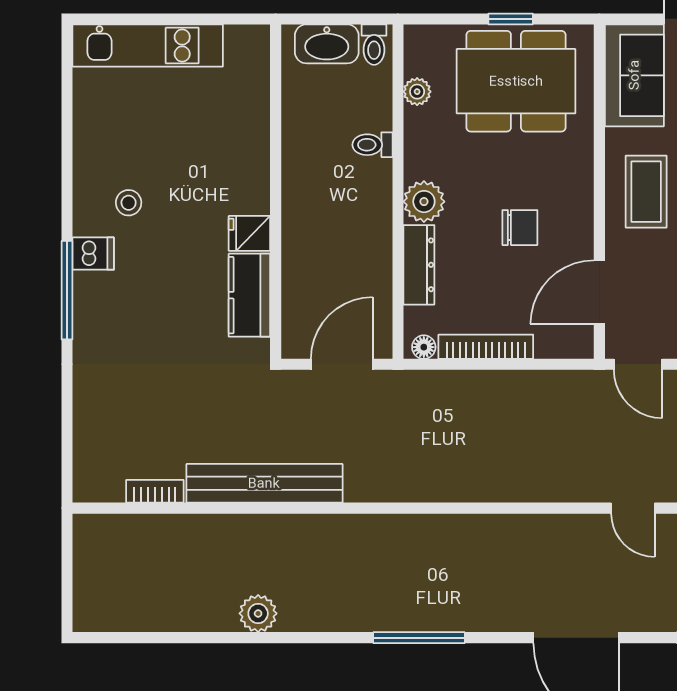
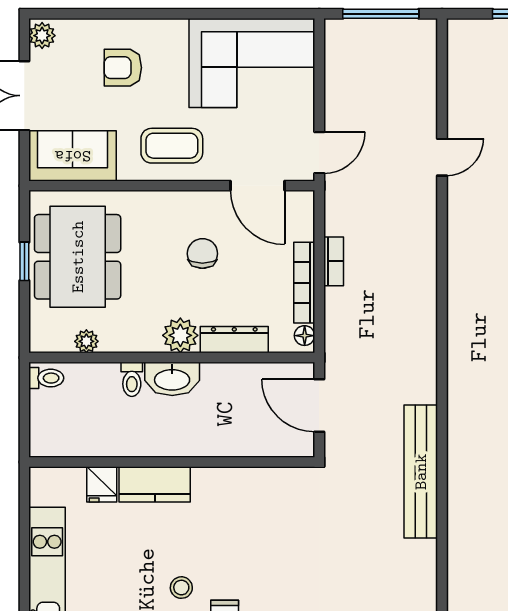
washbasin: (327, 44) -> (172, 379), moved, turned 90
fridge: (249, 233) -> (102, 484), moved
kitchen counter: (249, 295) -> (155, 484), moved
bookcase: (155, 491) -> (334, 261), moved, turned 180

